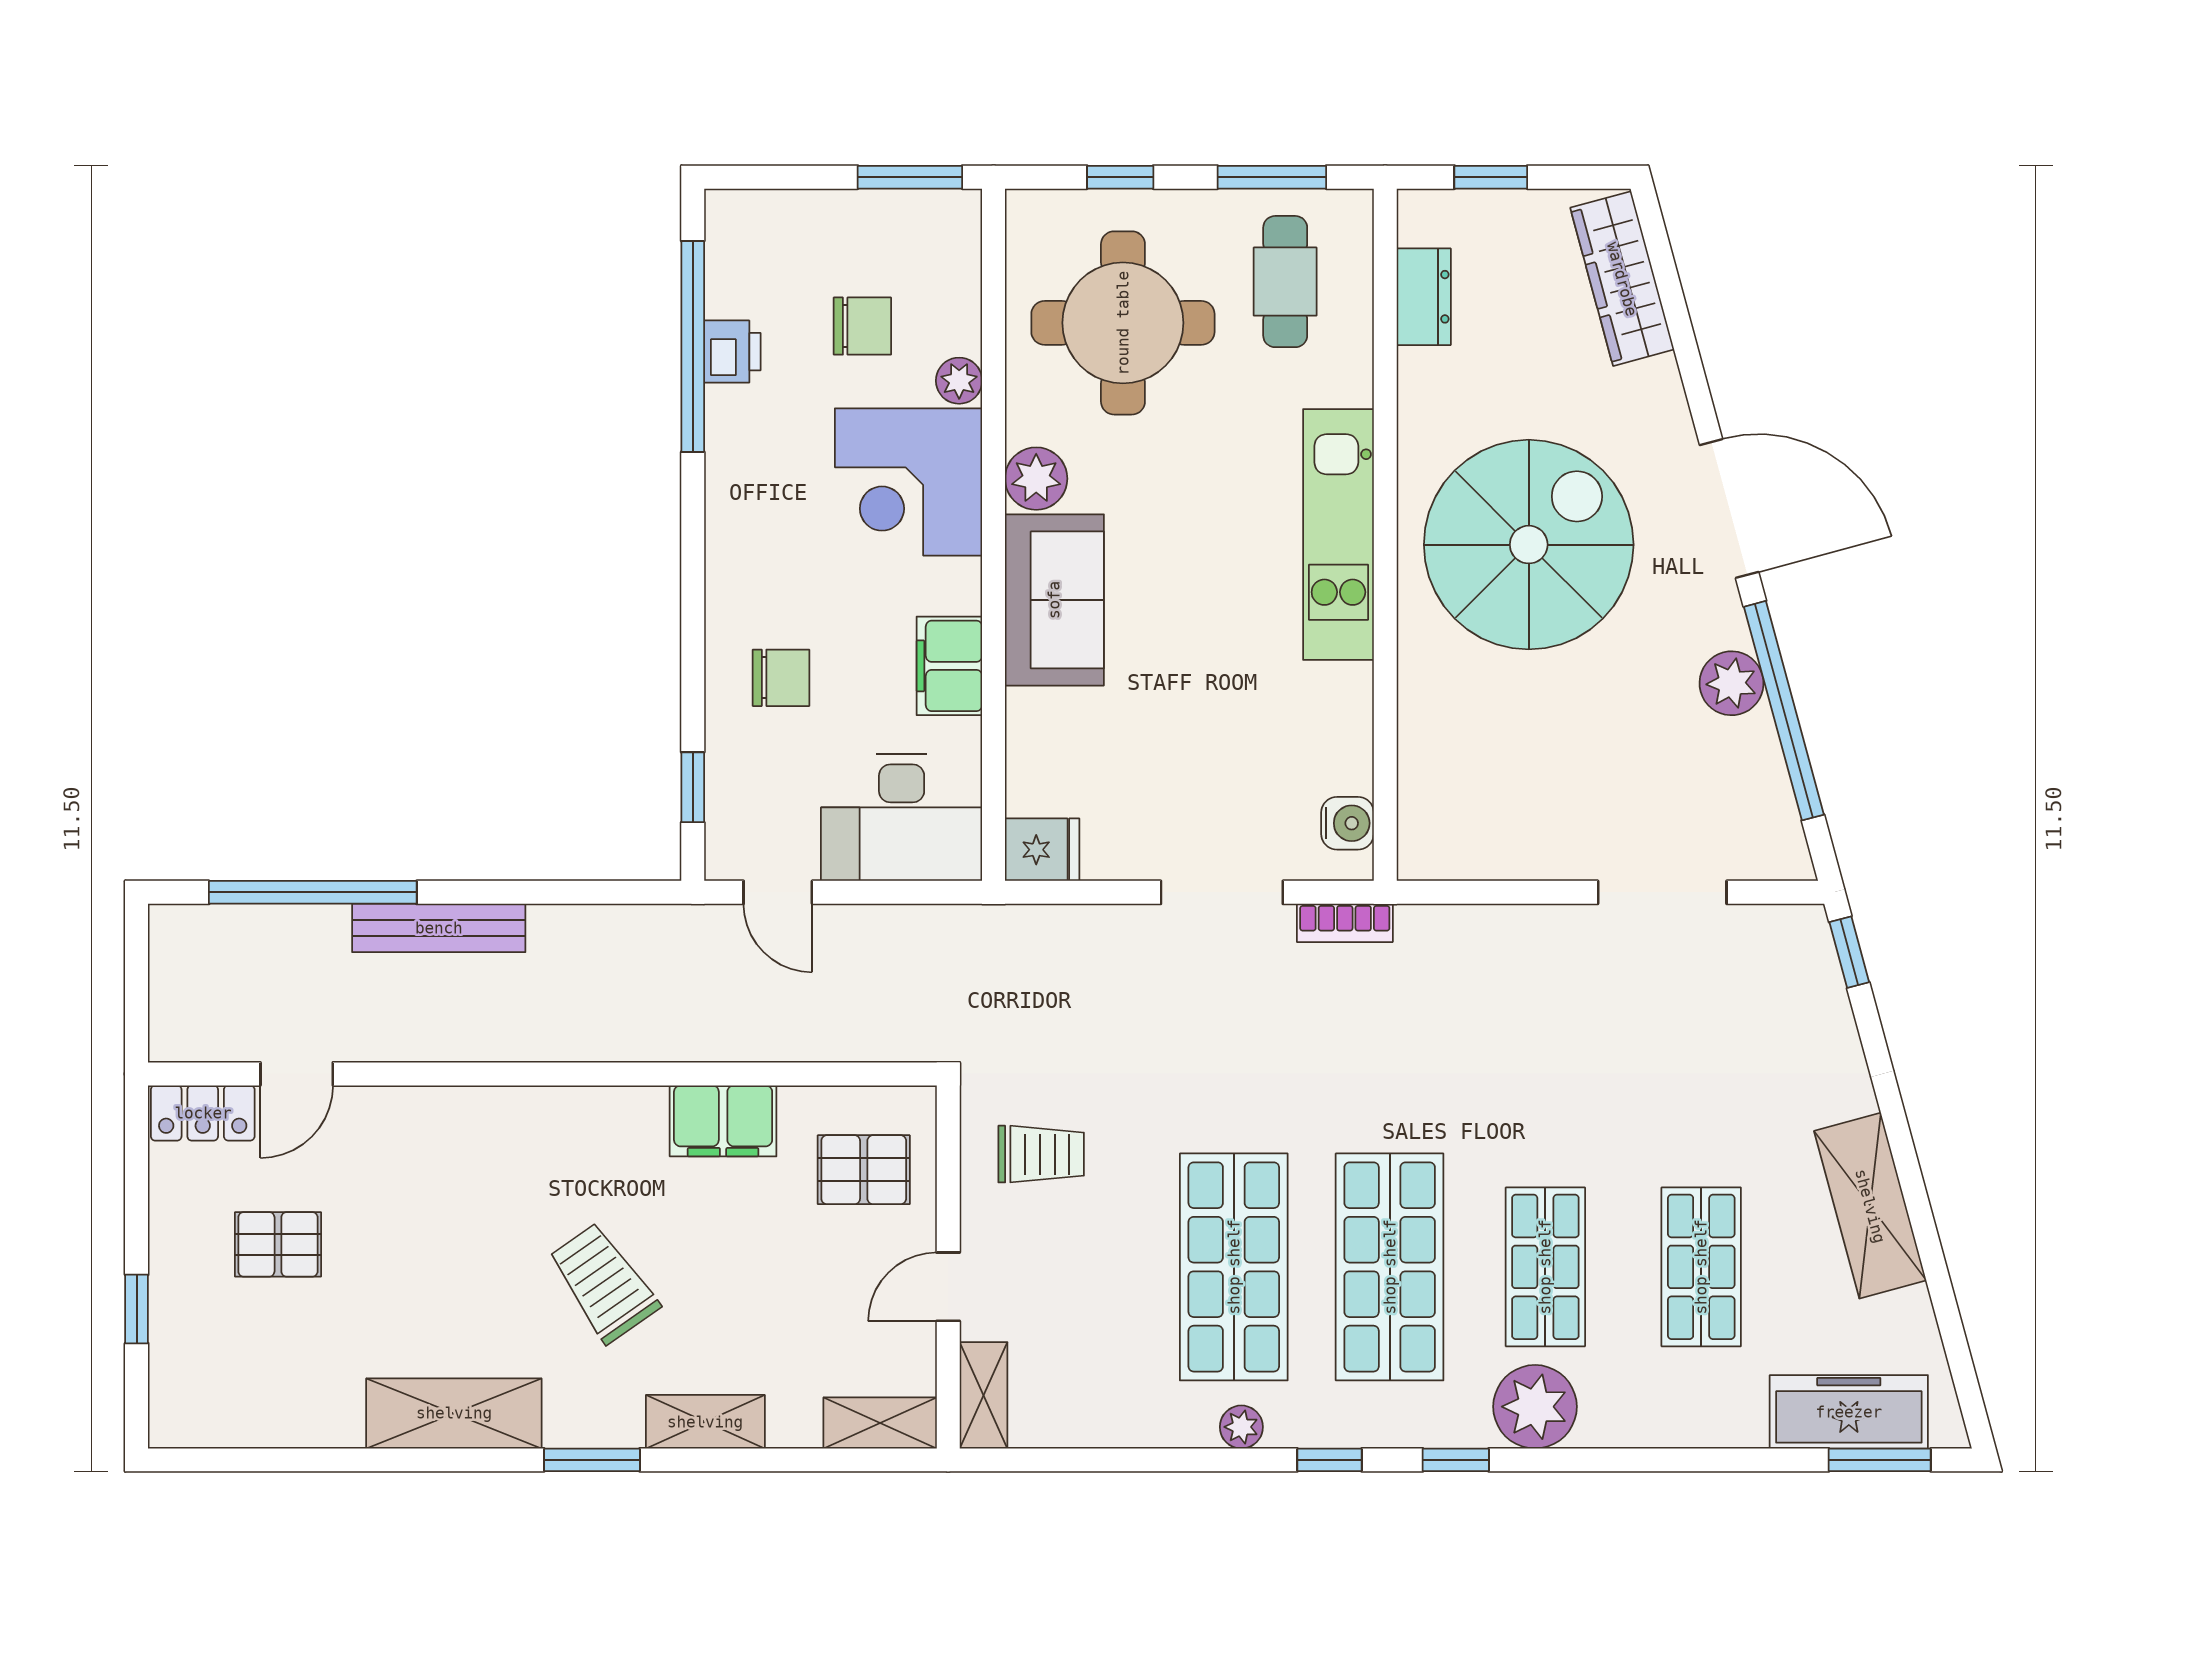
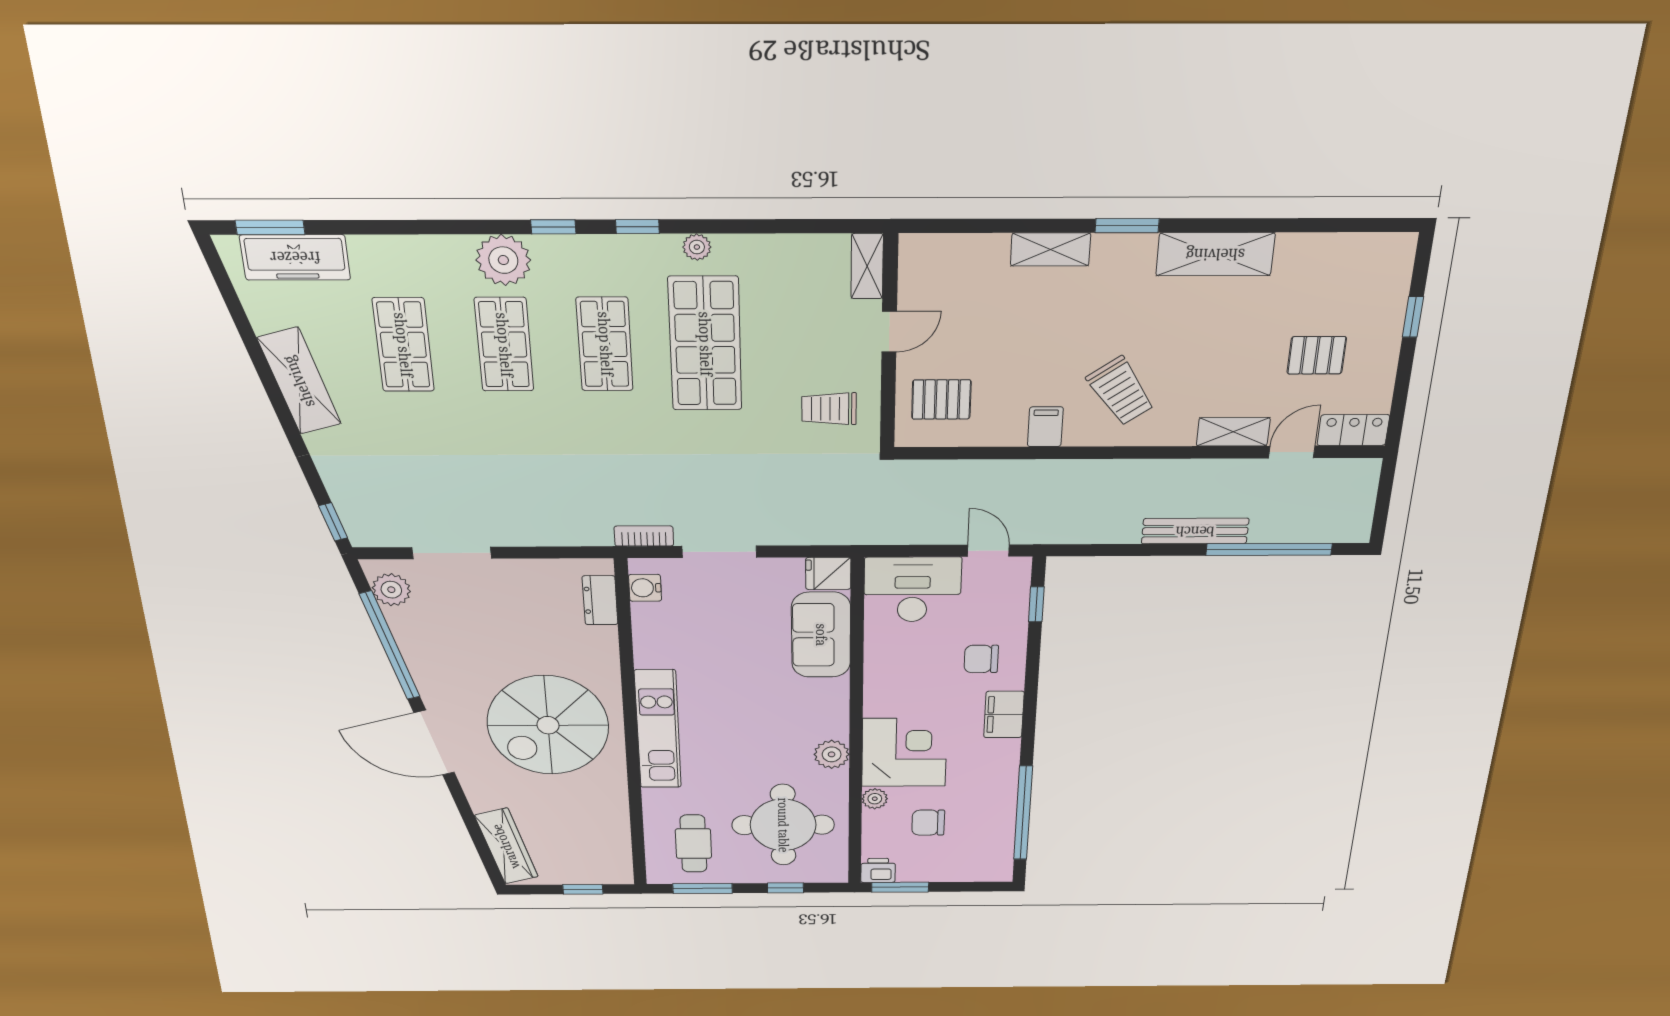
dresser: (1424, 297) -> (600, 600), moved
printer: (732, 352) -> (878, 870), moved, turned 90
sofa: (1054, 600) -> (821, 635), moved
filing cabinet: (949, 666) -> (1004, 715), moved, turned 180
plant: (1732, 683) -> (391, 590), moved
filing cabinet: (723, 1121) -> (1045, 427), width x0.50
shop shelf: (1390, 1267) -> (605, 344), width x0.70, depth x0.74
trolley: (604, 1283) -> (1121, 391), moved
shelving: (880, 1423) -> (1233, 432), moved

